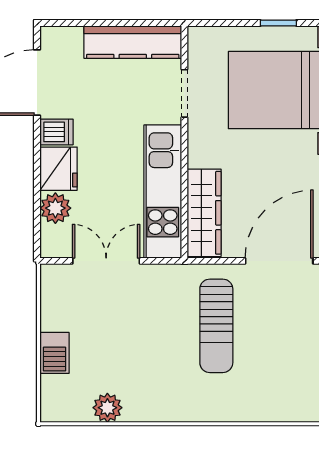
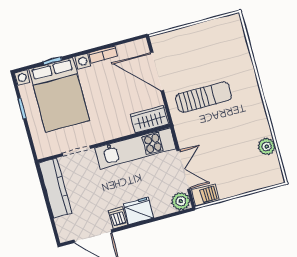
plant: (55, 208) -> (181, 201), moved
wardrobe: (204, 213) -> (149, 119), width x0.67
double door: (106, 261) -> (183, 170), swing flipped
barbecue: (54, 353) -> (206, 195), moved

